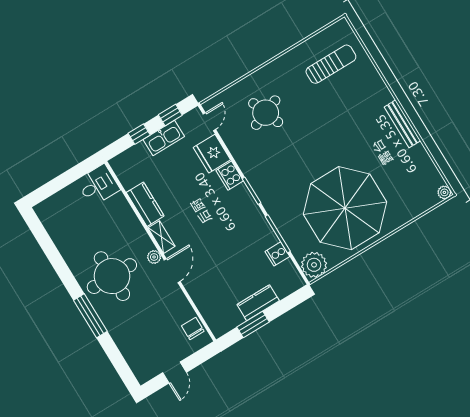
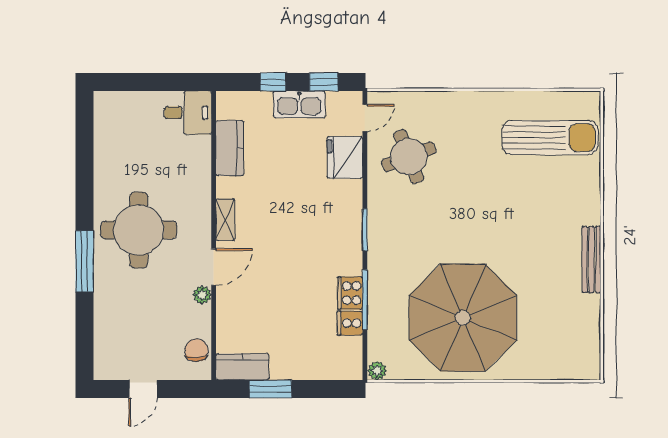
sun lounger: (331, 64) -> (550, 138), width x1.36, depth x1.34
round table: (266, 113) -> (409, 157), moved
cooker: (230, 176) -> (350, 293), moved
plant: (444, 192) -> (591, 371), removed
kitchen counter: (145, 204) -> (230, 148), moved
plant: (154, 257) -> (202, 295), moved
plant: (314, 265) -> (377, 371), width x0.53, depth x0.53
kitchen counter: (258, 303) -> (242, 367), moved

